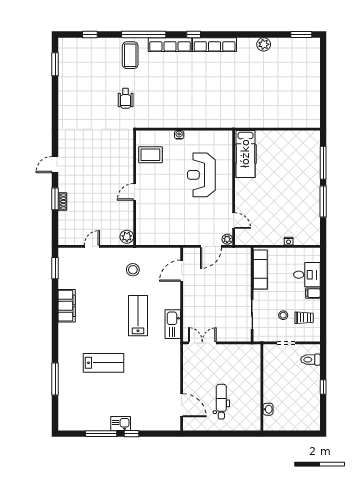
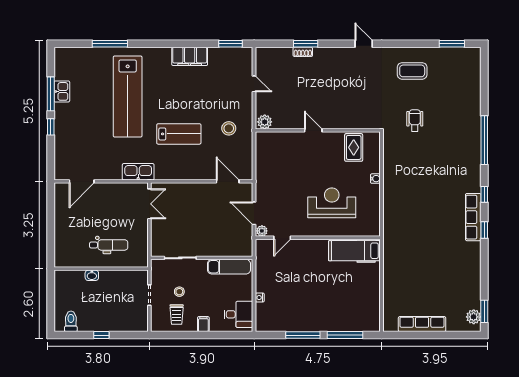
window: (90, 35) -> (484, 230), moved
plant: (264, 44) -> (474, 317), moved
row of seats: (170, 45) -> (422, 324), moved, turned 90
coffee table: (130, 55) -> (412, 71), moved
wheelchair: (126, 98) -> (415, 120), turned 90
door: (55, 165) -> (364, 44), moved
desk: (307, 275) -> (238, 314), moved, turned -90
kitchen sink: (173, 324) -> (138, 172), moved
toilet: (310, 360) -> (71, 321), moved
lab bench: (103, 363) -> (128, 96), width x1.86, depth x1.39
dental chair: (221, 402) -> (109, 245), moved
washbasin: (268, 409) -> (92, 275), moved
kitchen sink: (121, 423) -> (62, 91), moved

